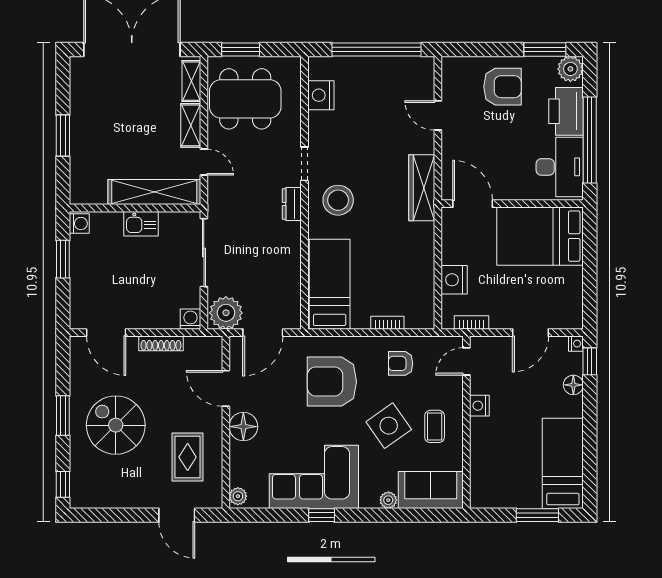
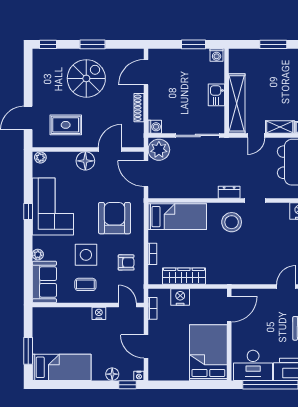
wardrobe: (422, 188) -> (184, 276), moved
armchair: (401, 363) -> (126, 262), turned 90
side table: (389, 426) -> (86, 255), turned 35

